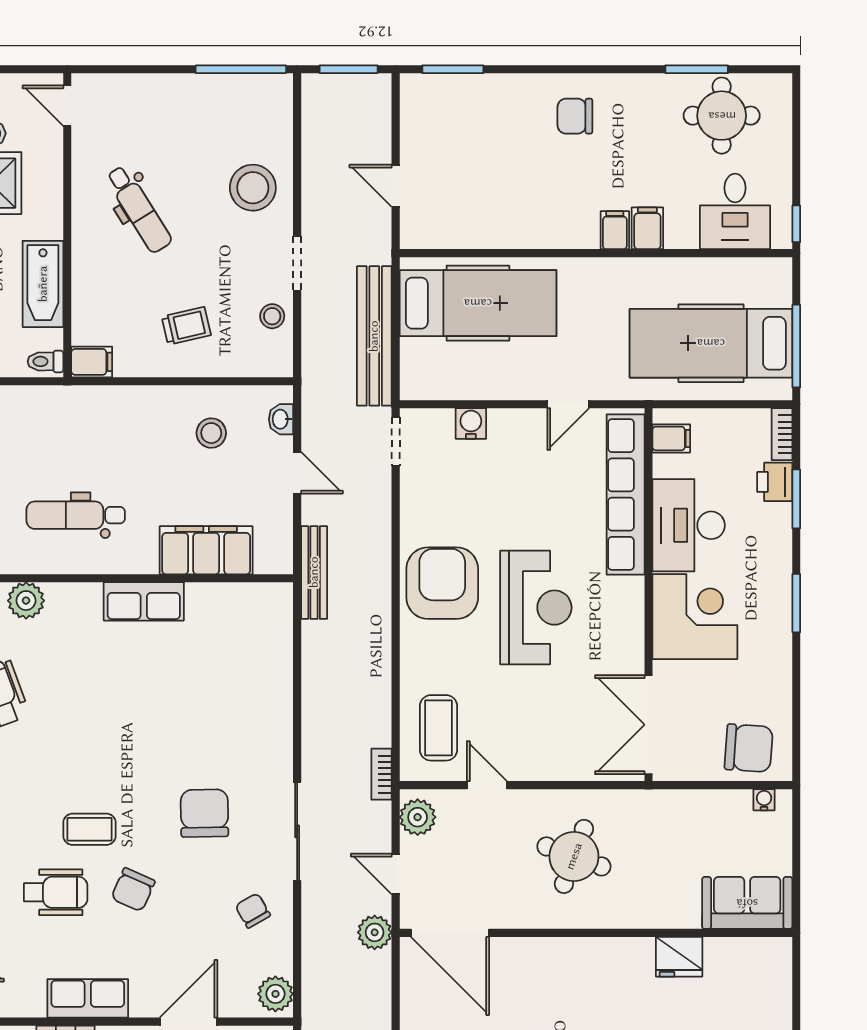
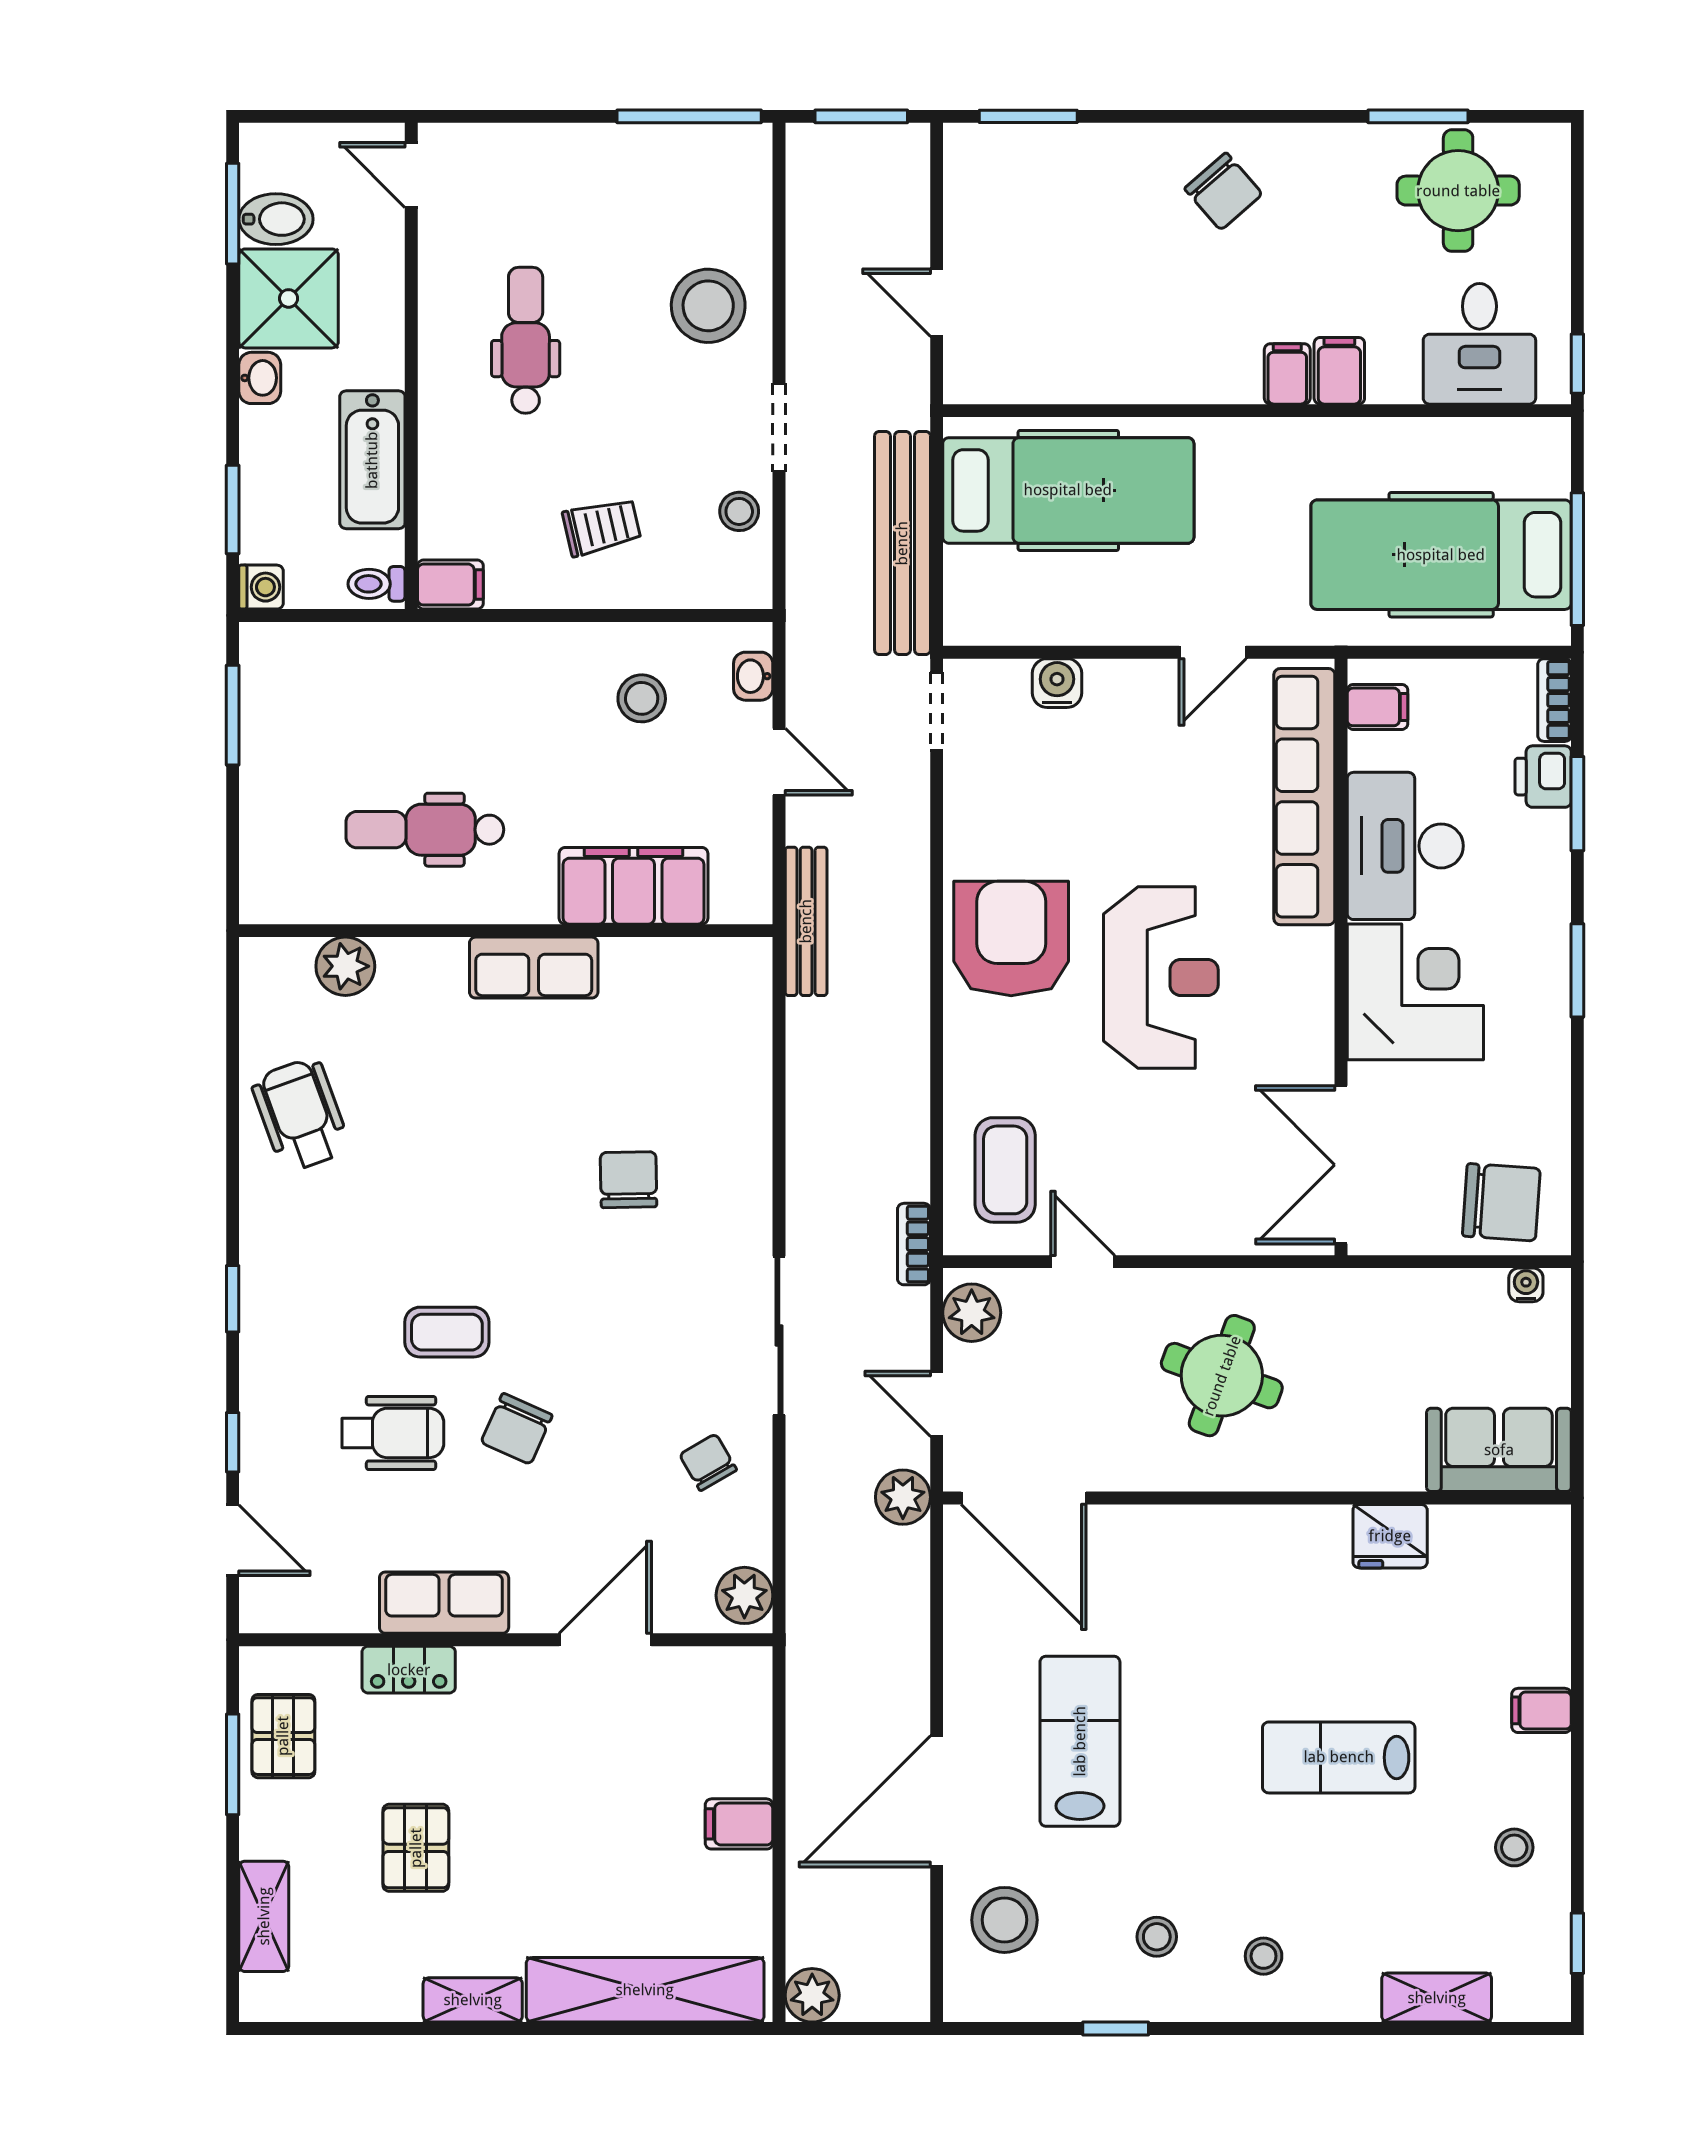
chair: (575, 116) -> (1223, 191), turned -131
dental chair: (139, 209) -> (526, 340), turned -148
chair: (204, 813) -> (629, 1180), moved, width x0.73, depth x0.73

